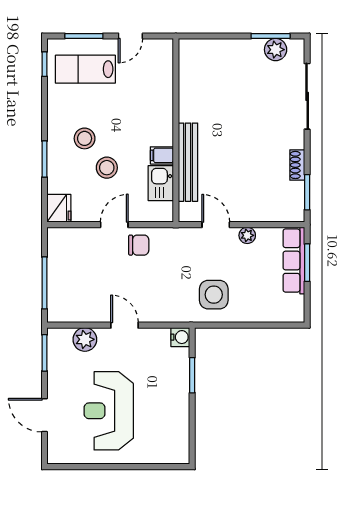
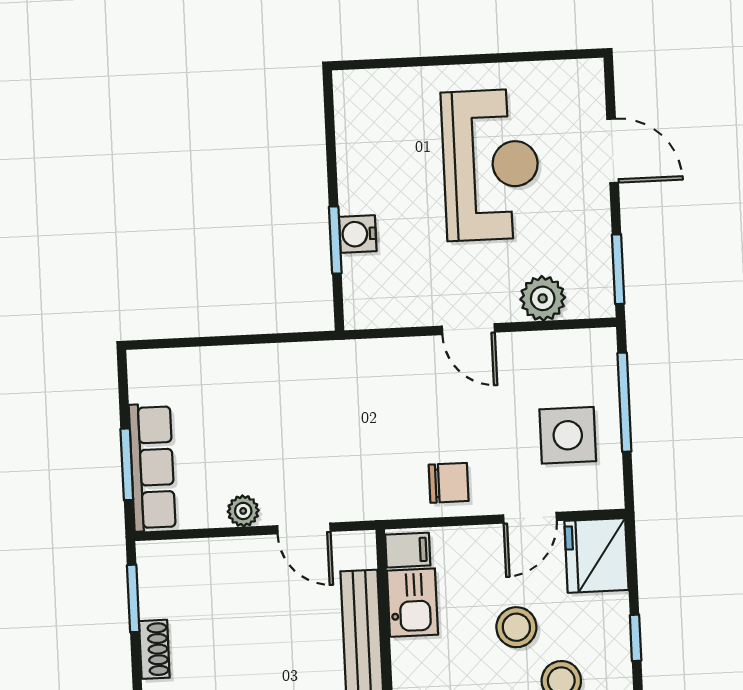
filing cabinet: (162, 155) -> (408, 550), moved
window: (45, 159) -> (636, 638), width x0.67
fridge: (59, 208) -> (596, 555), width x1.36, depth x1.34
door: (114, 225) -> (530, 518), moved
chair: (139, 245) -> (449, 483), turned 180
side table: (214, 295) -> (568, 435), moved
water cooler: (180, 337) -> (358, 234), moved

